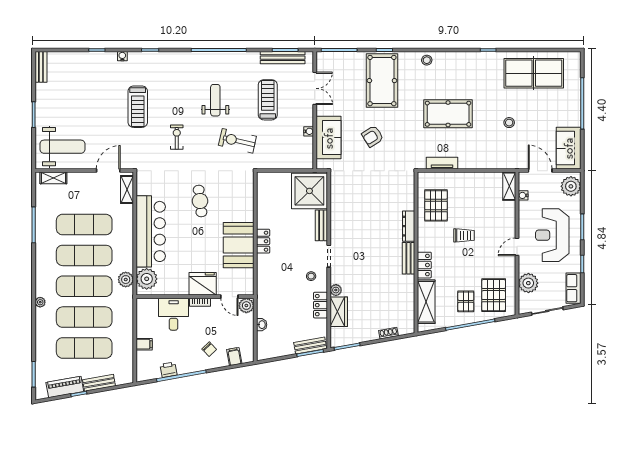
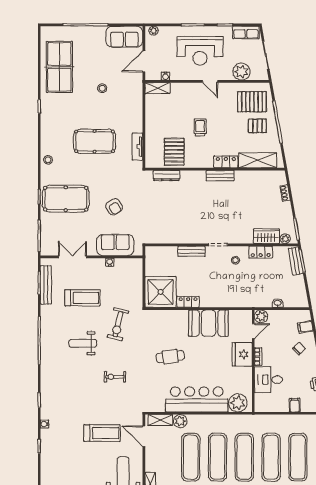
treadmill: (268, 100) -> (82, 298), turned 180
treadmill: (138, 107) -> (102, 433), moved
pool table: (448, 114) -> (95, 141), turned 90
plant: (571, 186) -> (153, 31), width x0.53, depth x0.53
shower: (309, 191) -> (161, 292), moved
pallet: (436, 205) -> (174, 152), turned 90
dresser: (409, 226) -> (167, 176), moved
locker: (263, 241) -> (188, 302), moved
plant: (126, 280) -> (180, 421), moved
plant: (336, 290) -> (285, 239), moved

